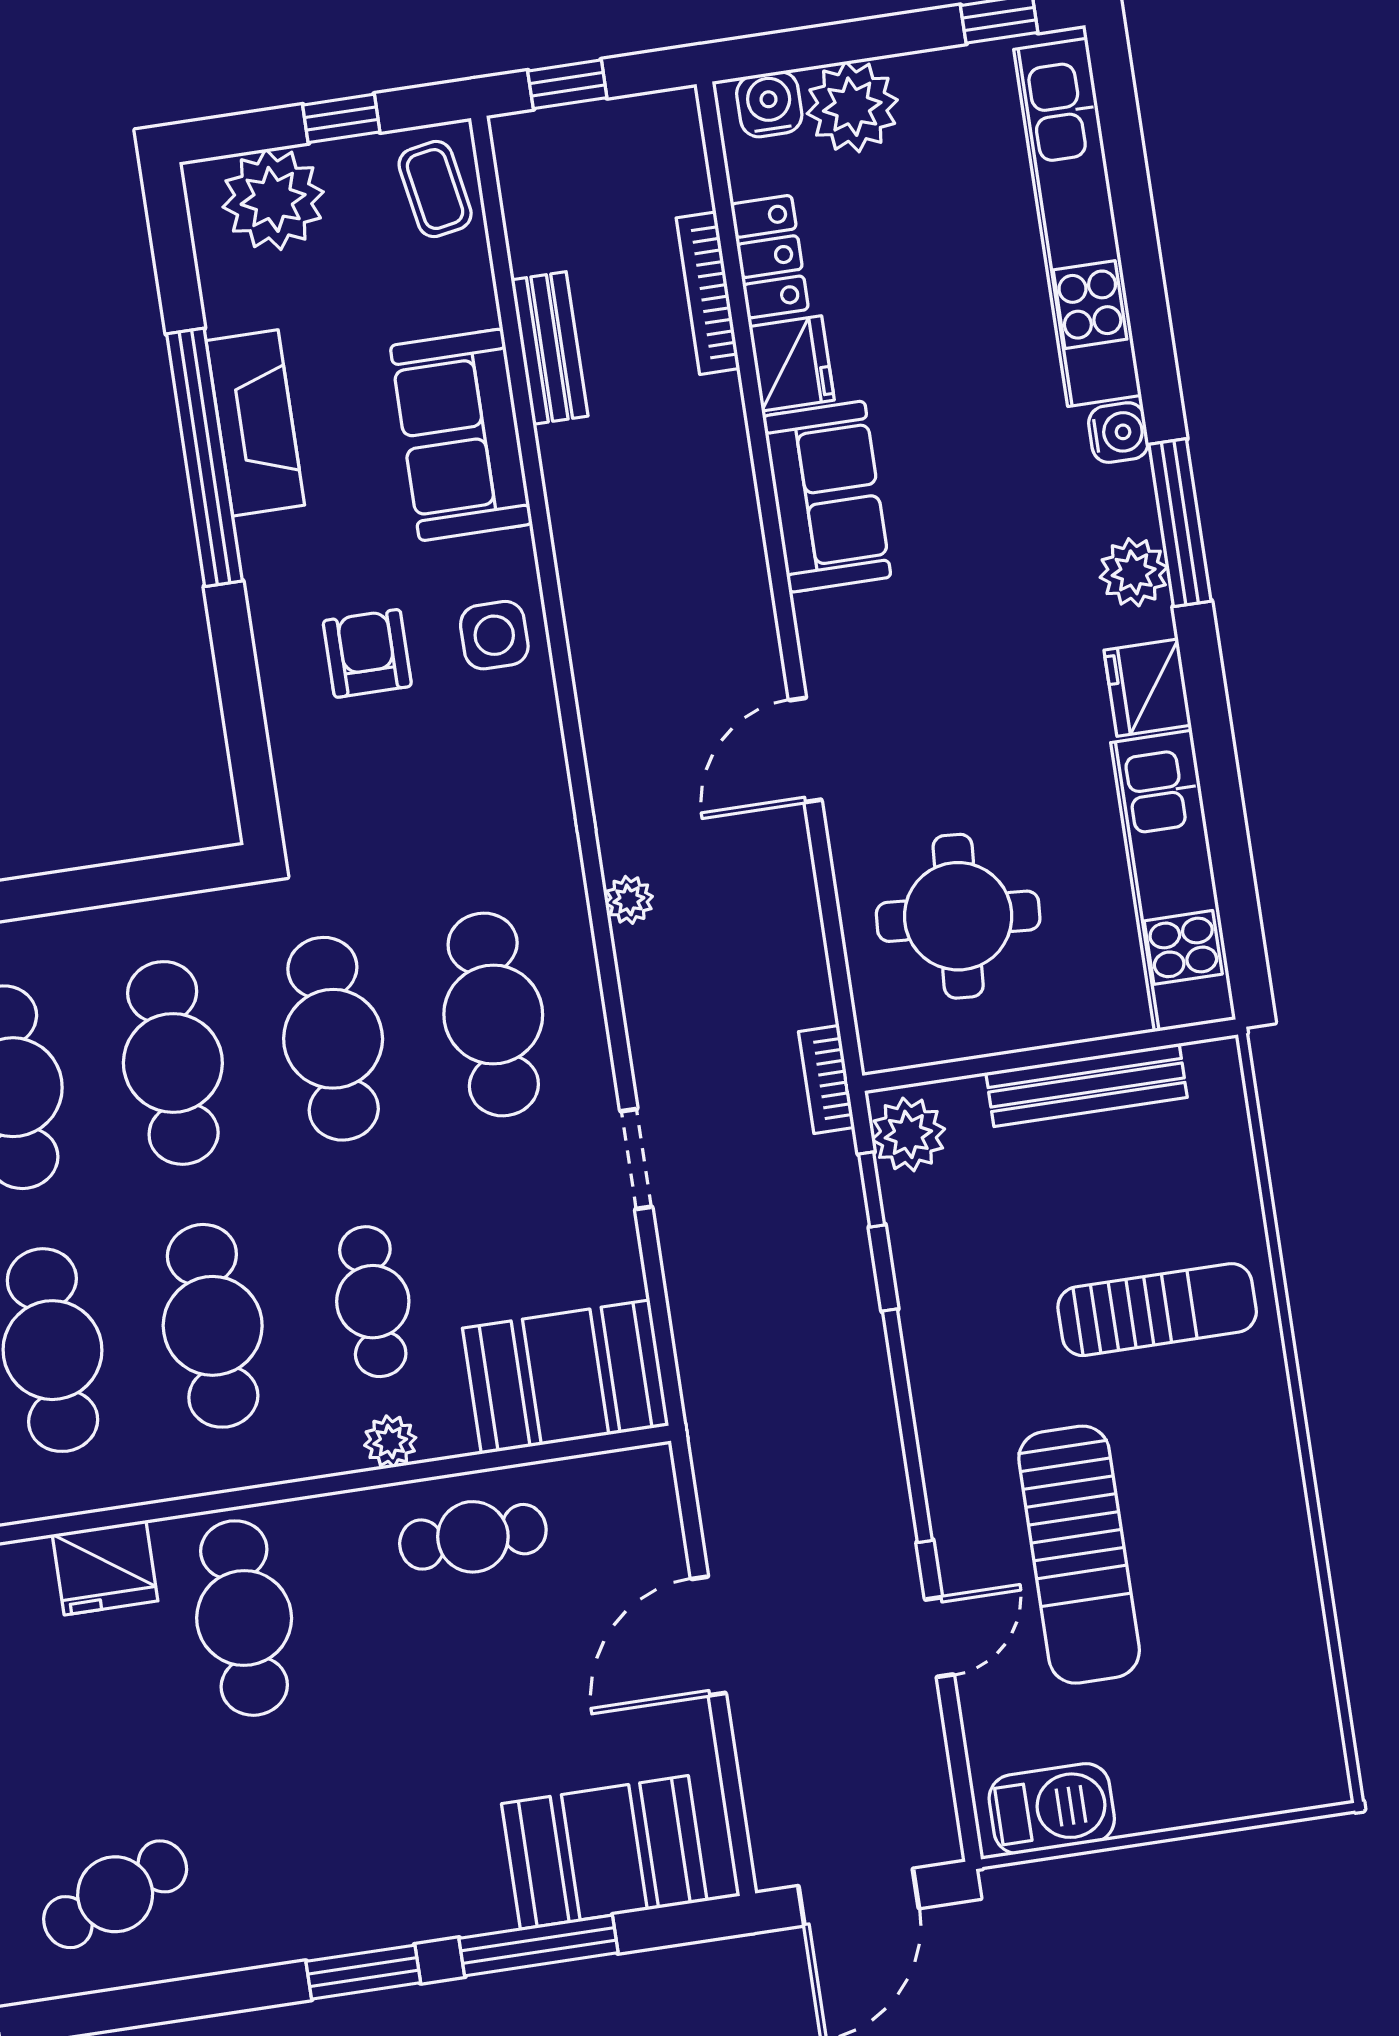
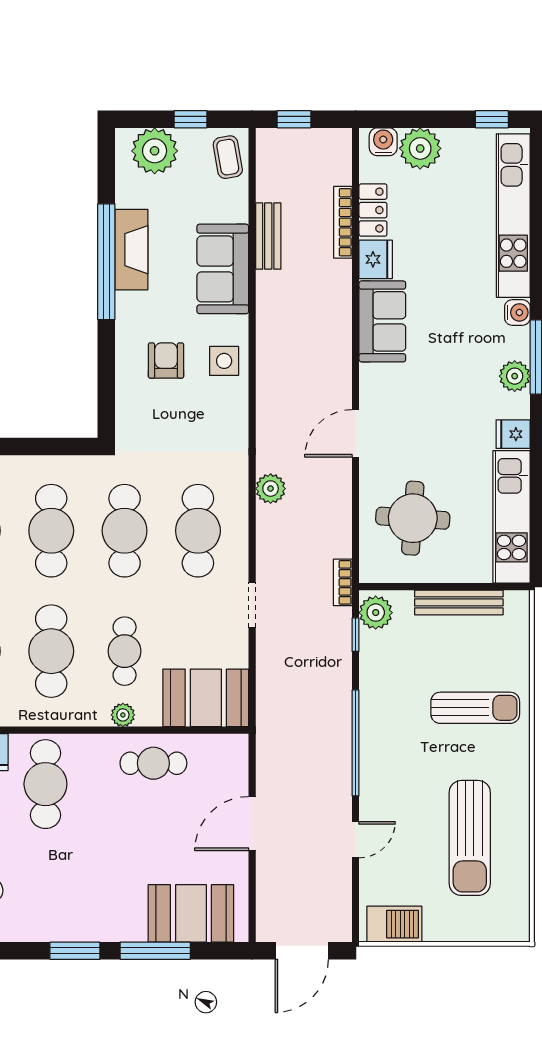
fridge: (1148, 688) -> (513, 434), width x0.72
plant: (629, 900) -> (271, 489), width x1.38, depth x1.38
sun lounger: (1079, 1555) -> (470, 838), moved

